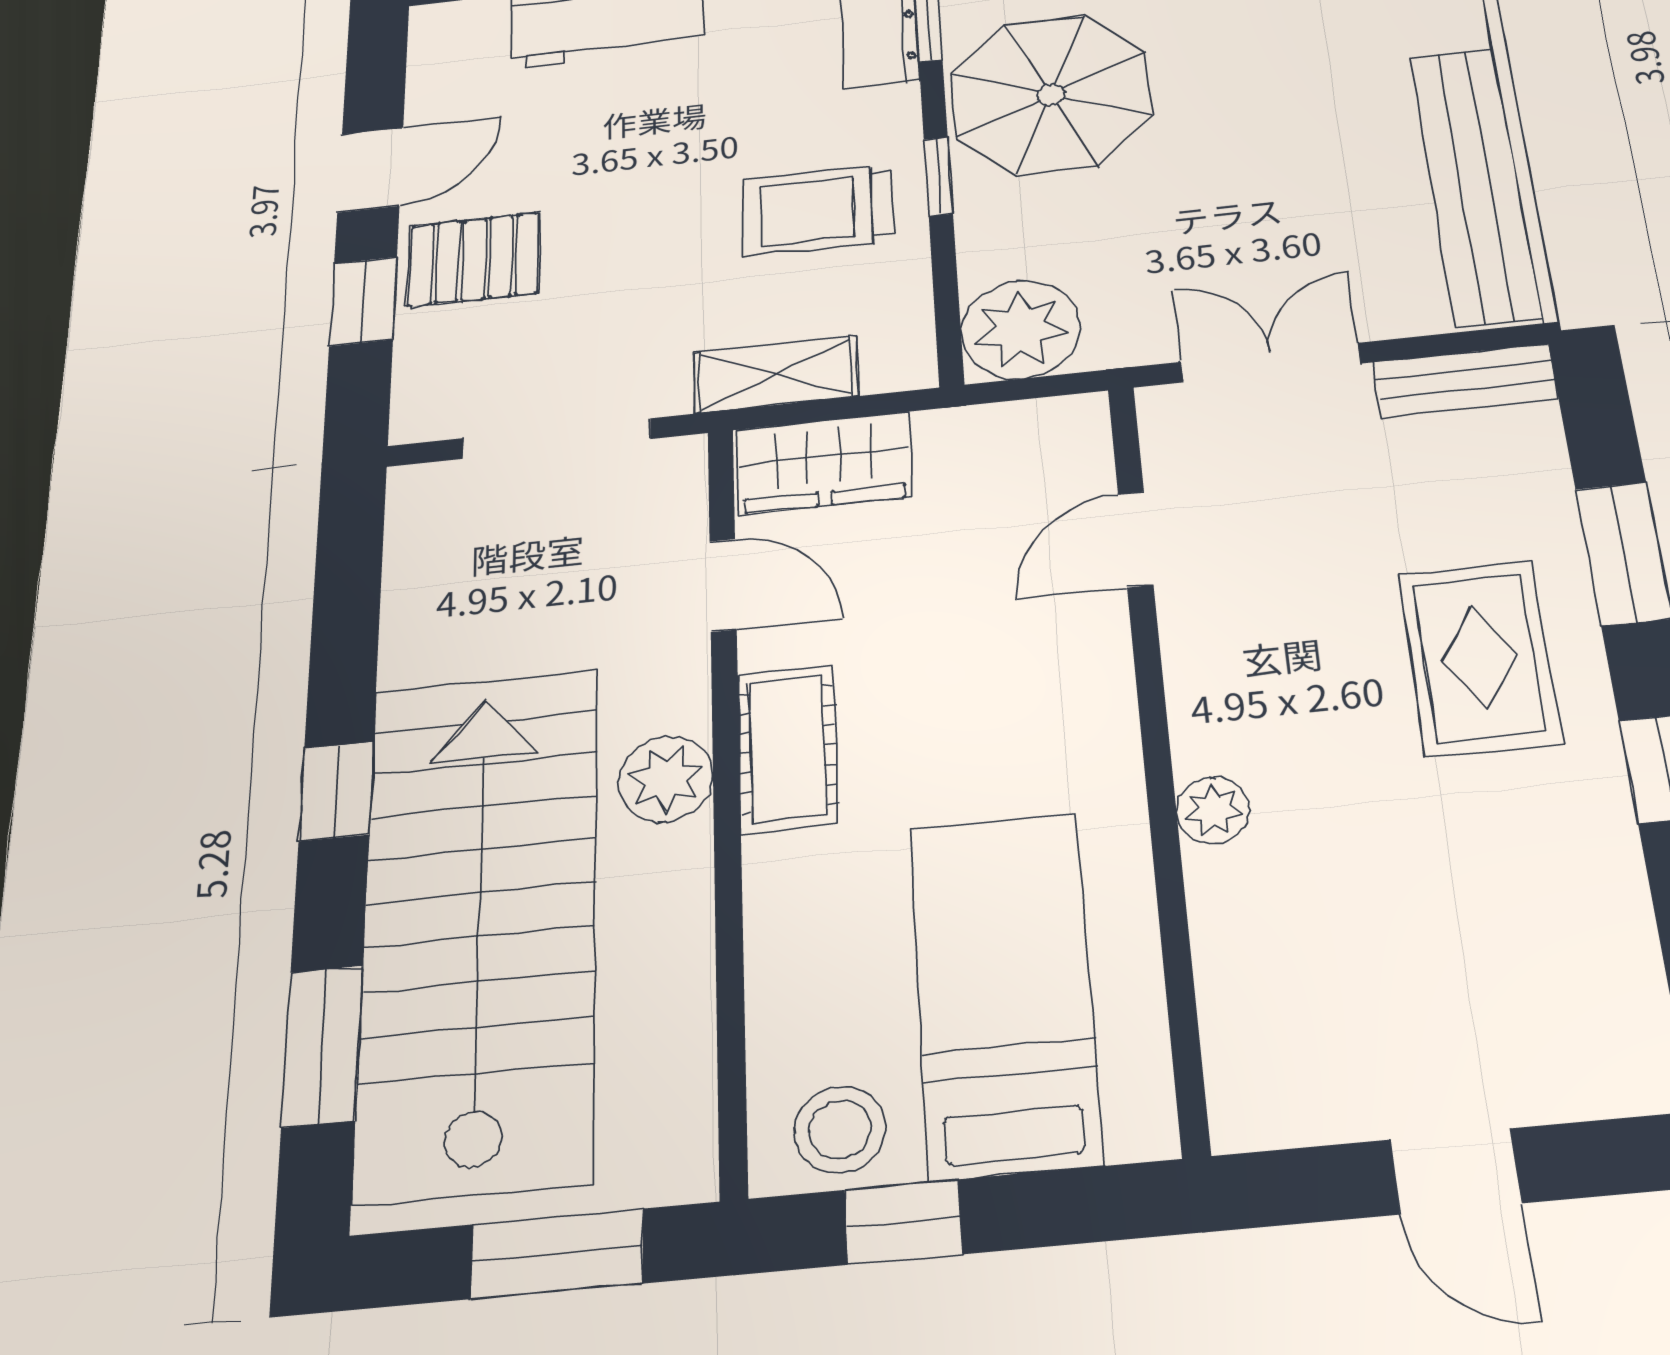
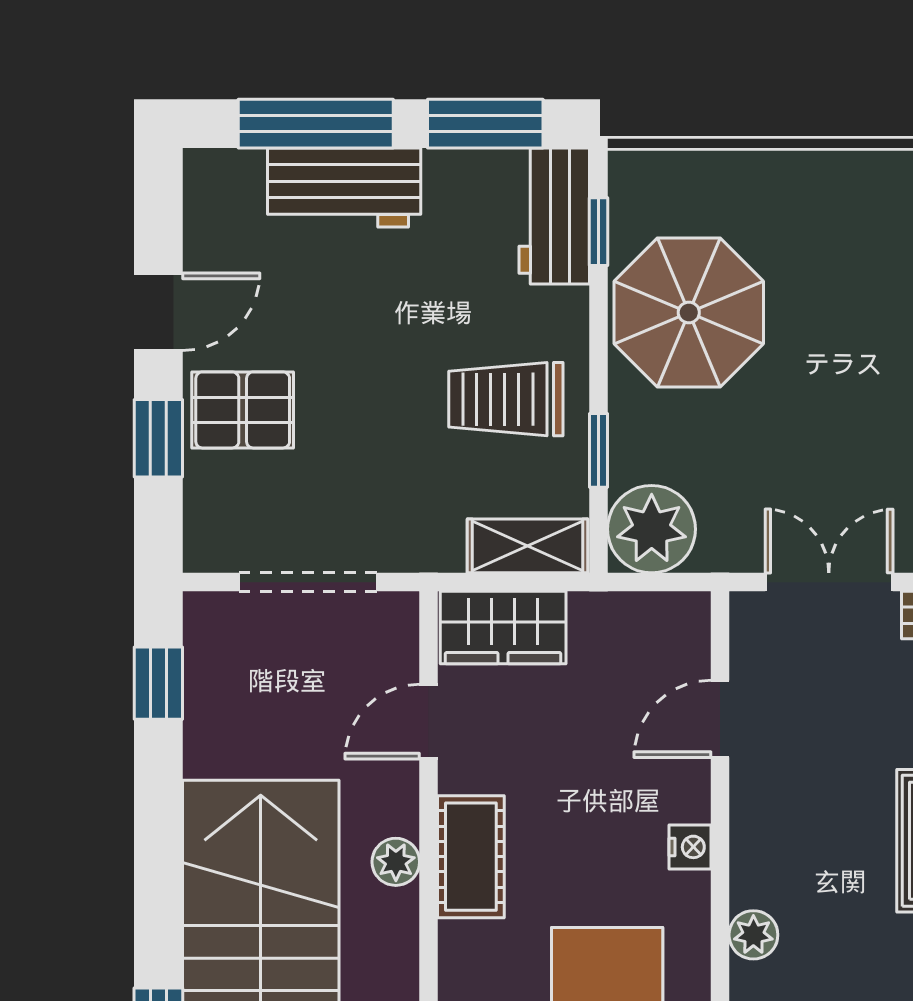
window: (938, 176) -> (599, 450), moved
shelving: (776, 374) -> (527, 546), moved
door: (723, 585) -> (429, 722), swing flipped
nightstand: (1107, 704) -> (690, 847), added
plant: (666, 779) -> (396, 862), width x0.73, depth x0.73
window: (336, 791) -> (158, 683), moved

